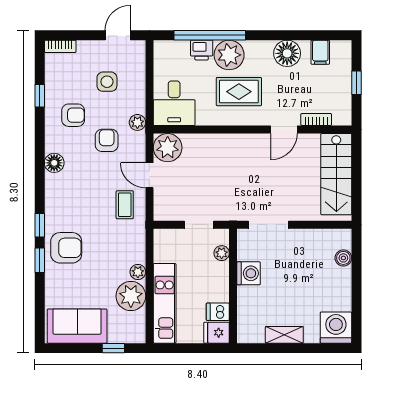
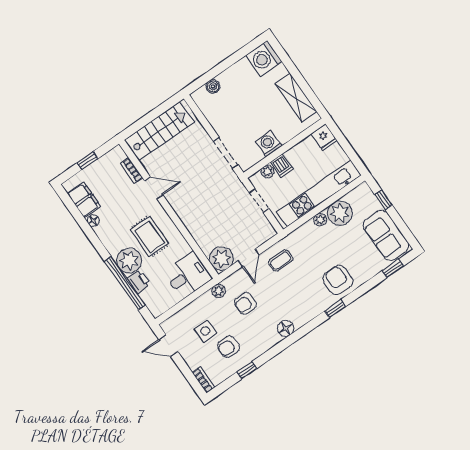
filing cabinet: (320, 52) -> (84, 200), width x2.00
floor lamp: (287, 53) -> (93, 221), width x0.53, depth x0.53
armchair: (73, 115) -> (228, 347), moved, turned -90
window: (40, 260) -> (393, 268), moved
kitchen unit: (165, 303) -> (319, 193), width x1.36
dishwasher: (218, 312) -> (282, 166), moved
shelving: (284, 335) -> (296, 98), width x1.50, depth x1.33

